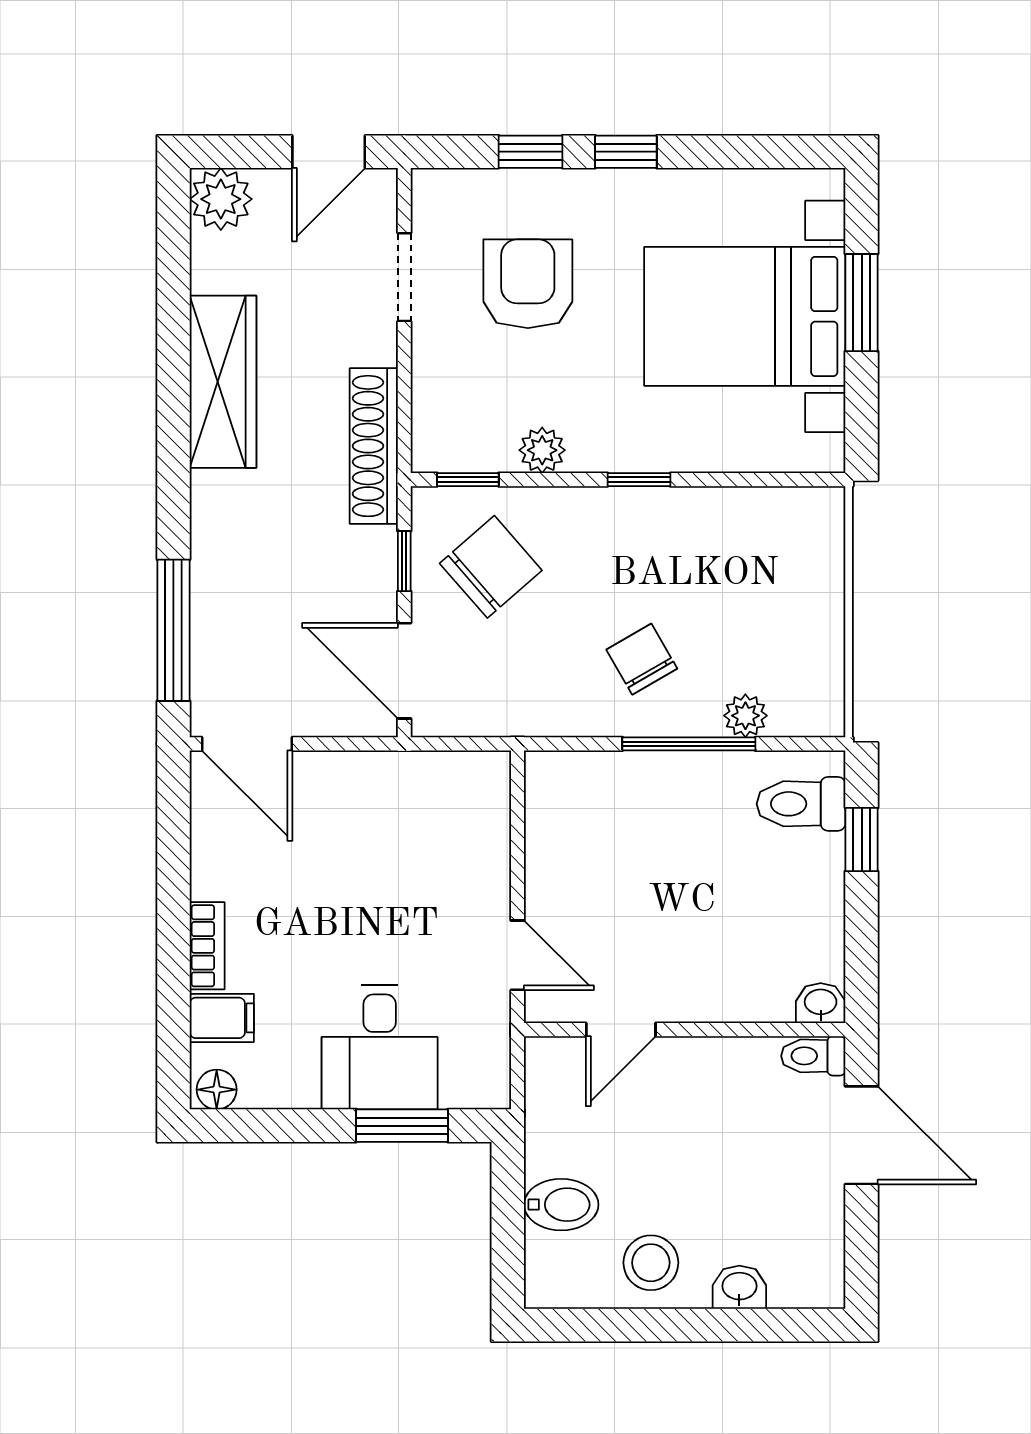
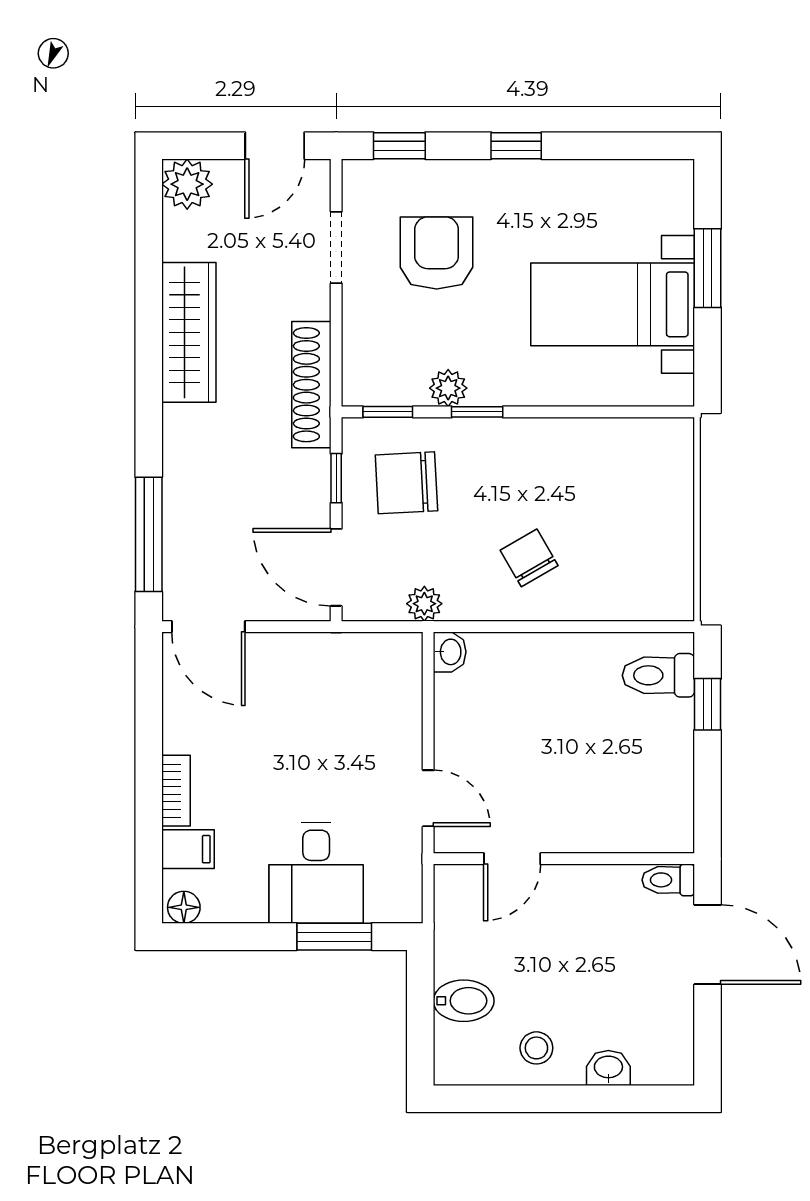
window: (530, 152) -> (399, 146), moved
bed with nightstands: (745, 316) -> (613, 304), width x0.73
window: (639, 480) -> (477, 412), moved
chair: (491, 567) -> (406, 483), turned -142
plant: (745, 716) -> (424, 604), moved
window: (689, 744) -> (567, 627), removed
washbasin: (821, 1003) -> (450, 652), moved, turned 90
stool: (651, 1263) -> (536, 1048), width x0.73, depth x0.73

